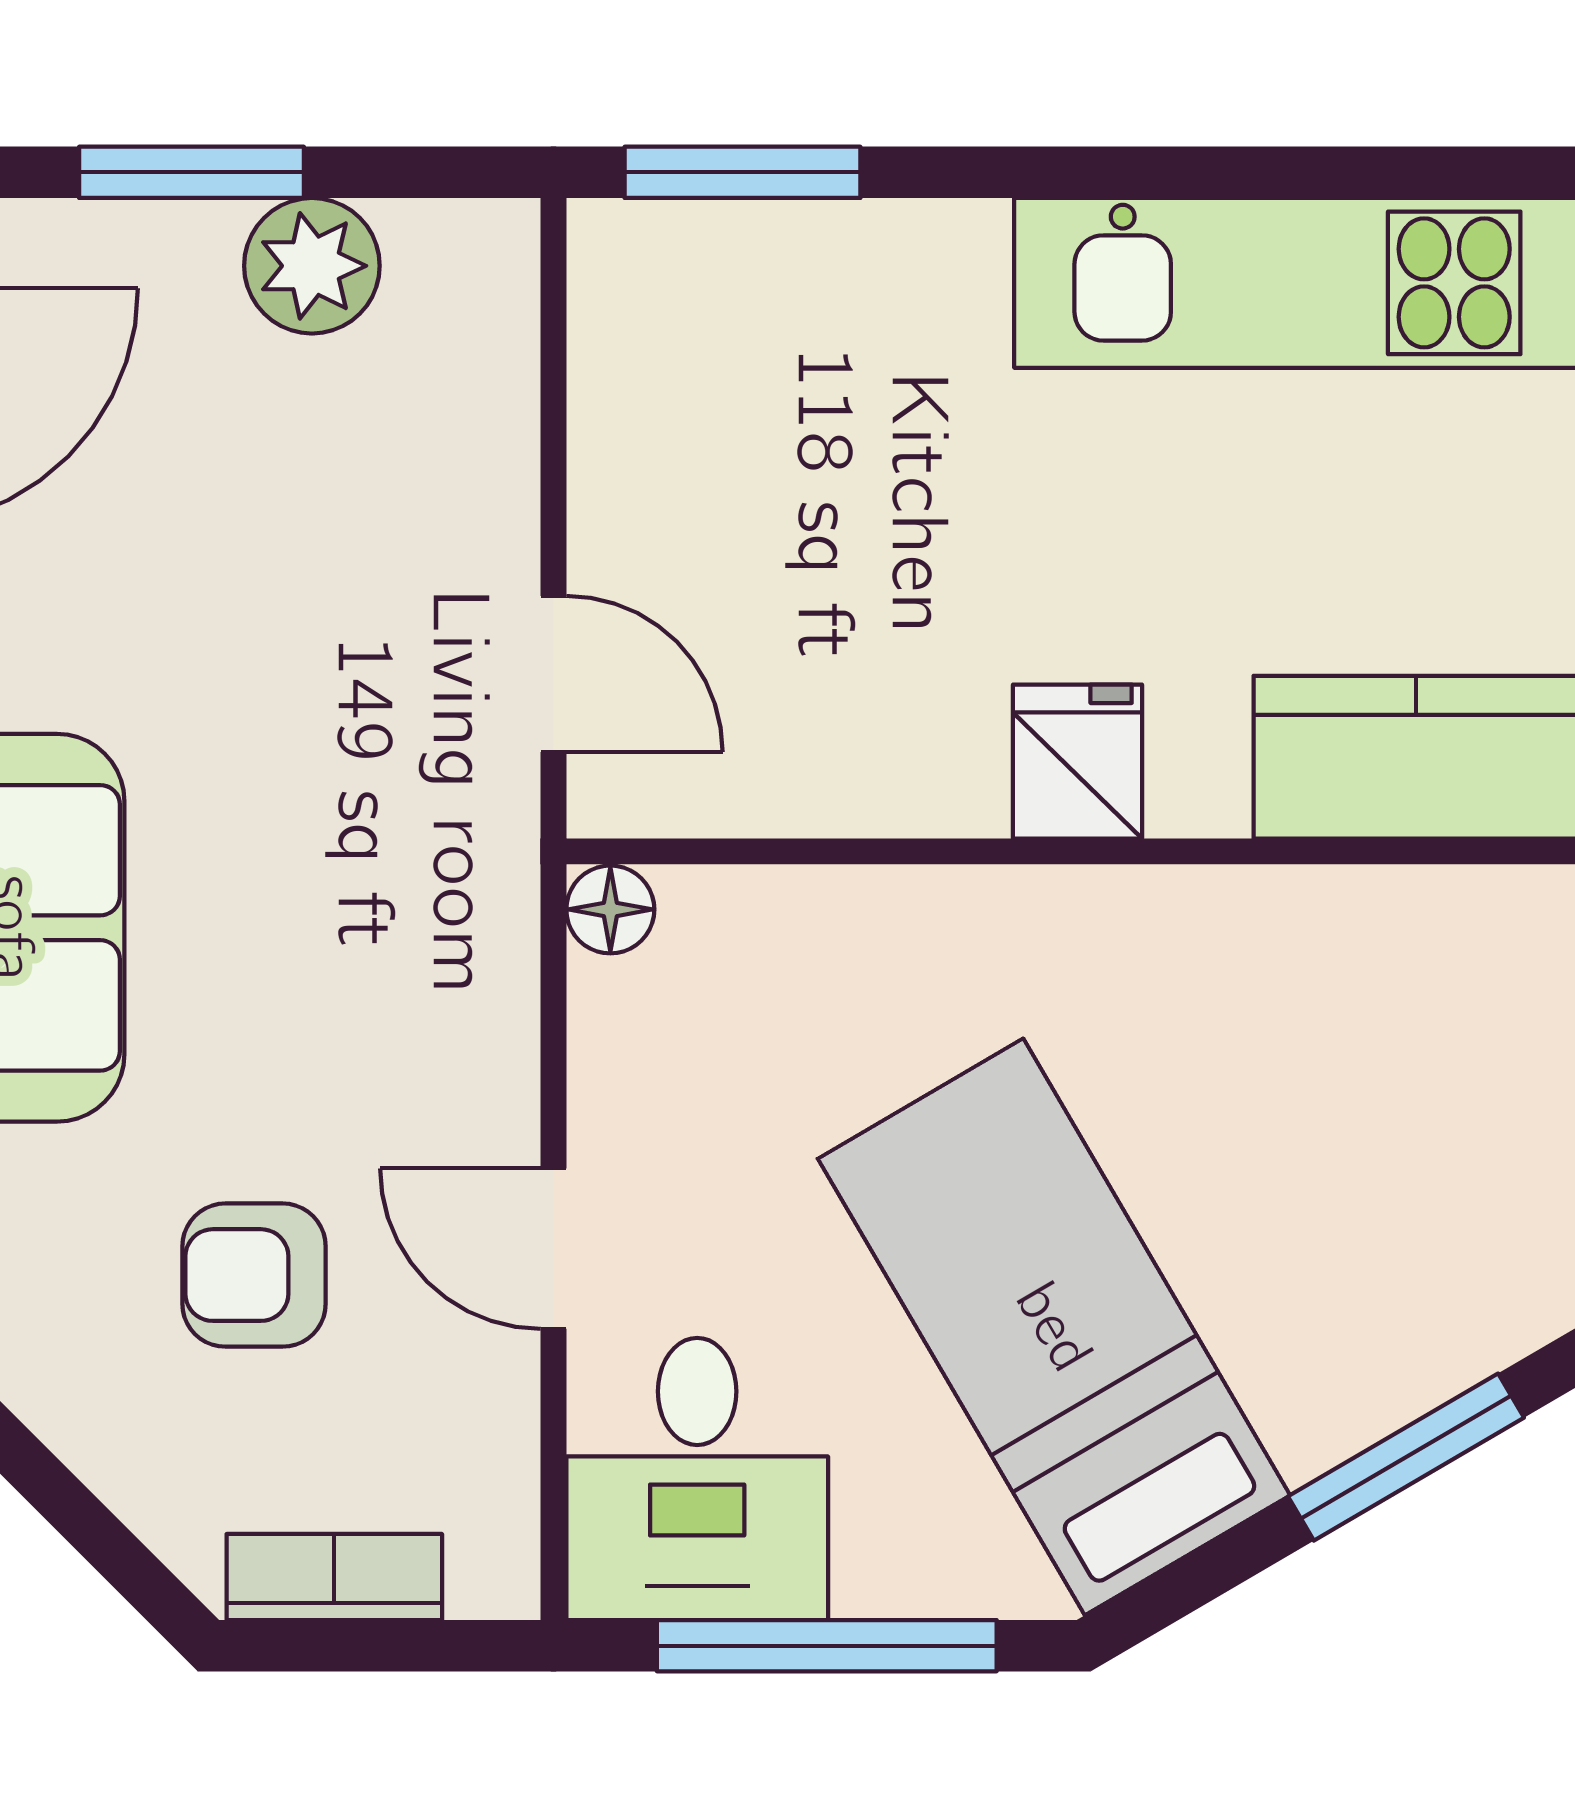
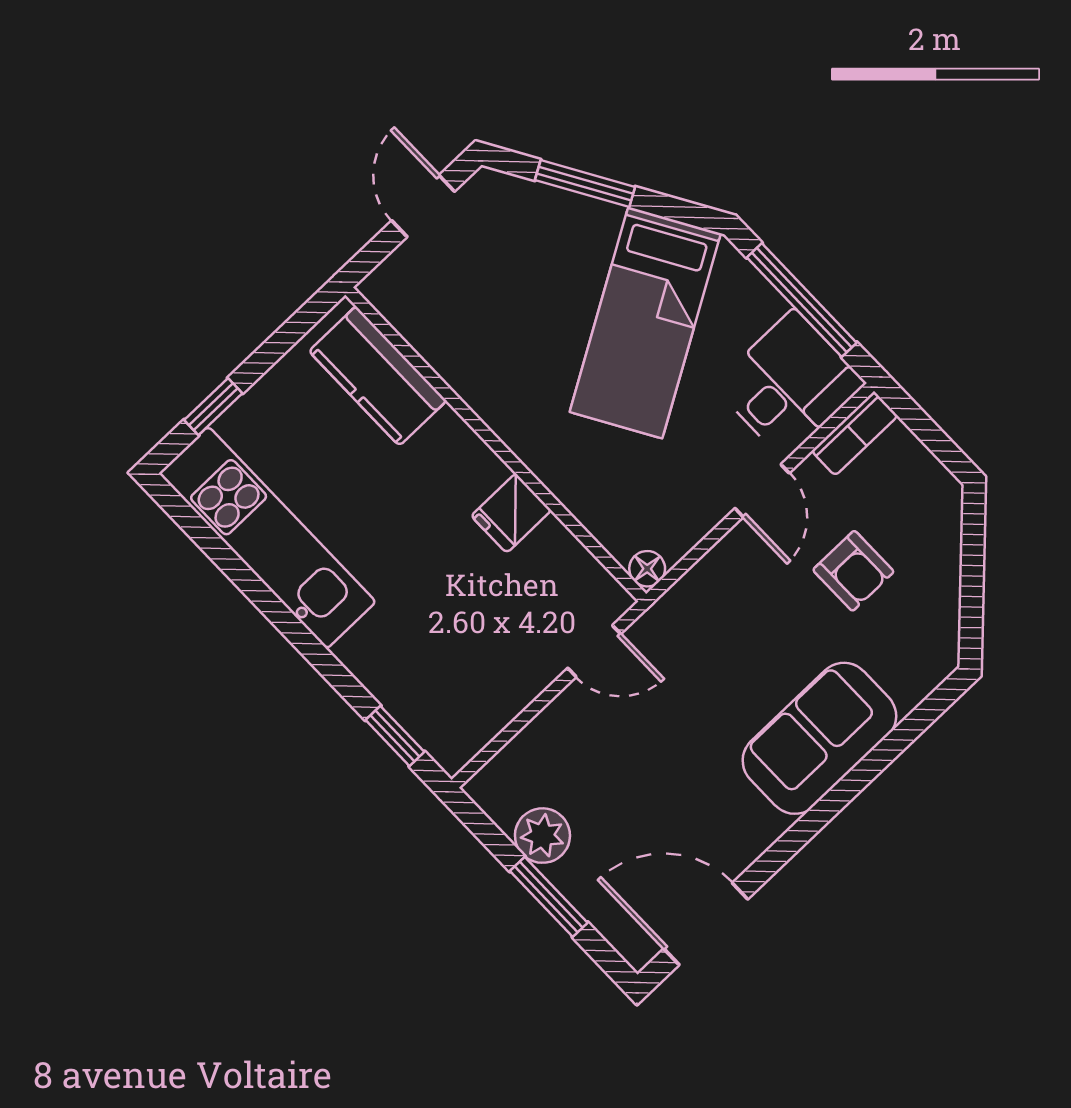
window: (743, 172) -> (395, 736), width x0.67
door: (554, 674) -> (594, 651), swing flipped
fridge: (1078, 762) -> (511, 513), moved
bookcase: (334, 1577) -> (855, 433), moved, turned -90

